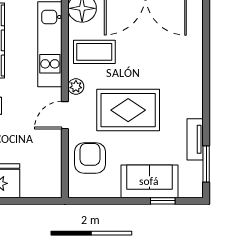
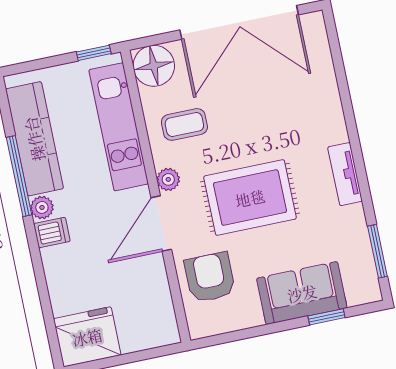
coffee table: (94, 52) -> (184, 124), width x0.73, depth x0.77
door: (65, 115) -> (161, 224), width x1.38
tv unit: (195, 139) -> (345, 174), moved

